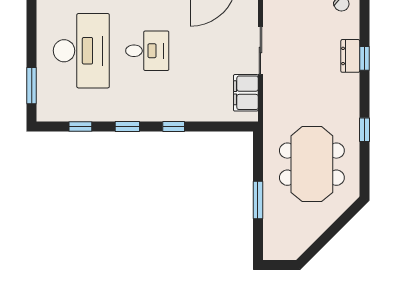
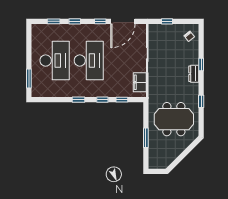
desk: (147, 51) -> (89, 61), width x1.87, depth x1.30
dresser: (350, 56) -> (194, 74), moved
window: (80, 126) -> (122, 100), moved
meeting table: (312, 164) -> (174, 119), turned 90

